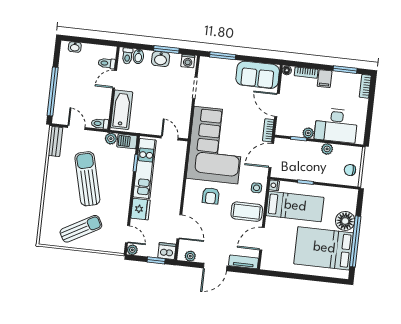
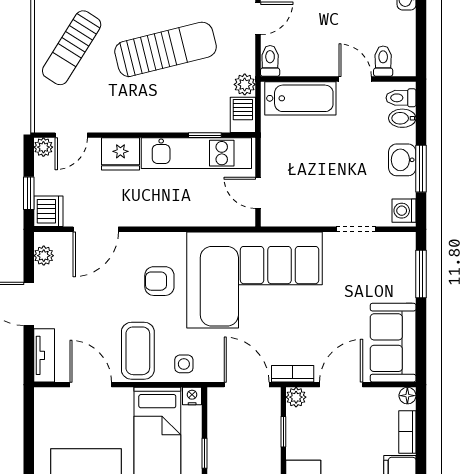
plant: (308, 133) -> (296, 397), moved
door: (170, 138) -> (258, 193), swing flipped
sun lounger: (81, 229) -> (72, 48), turned 61

